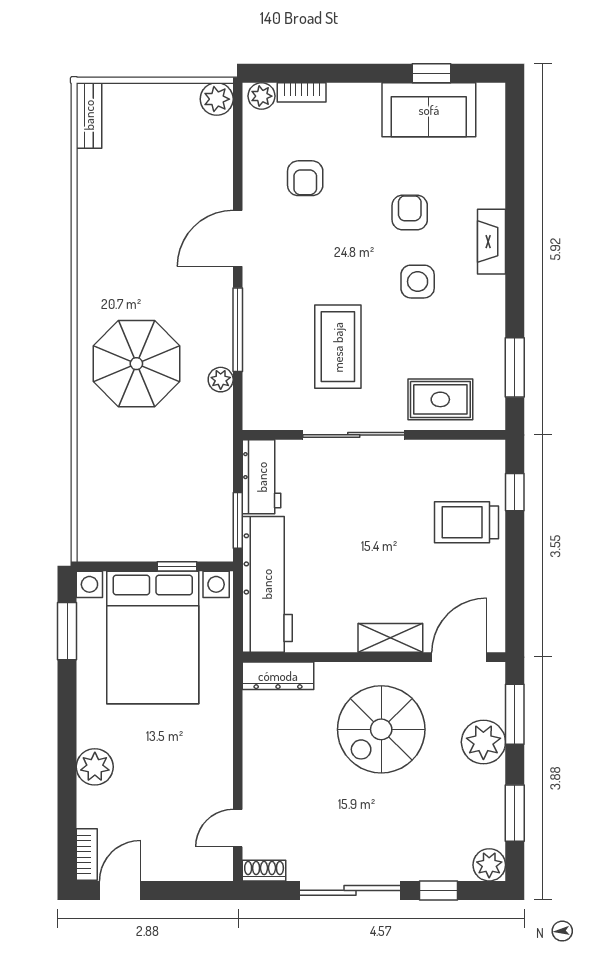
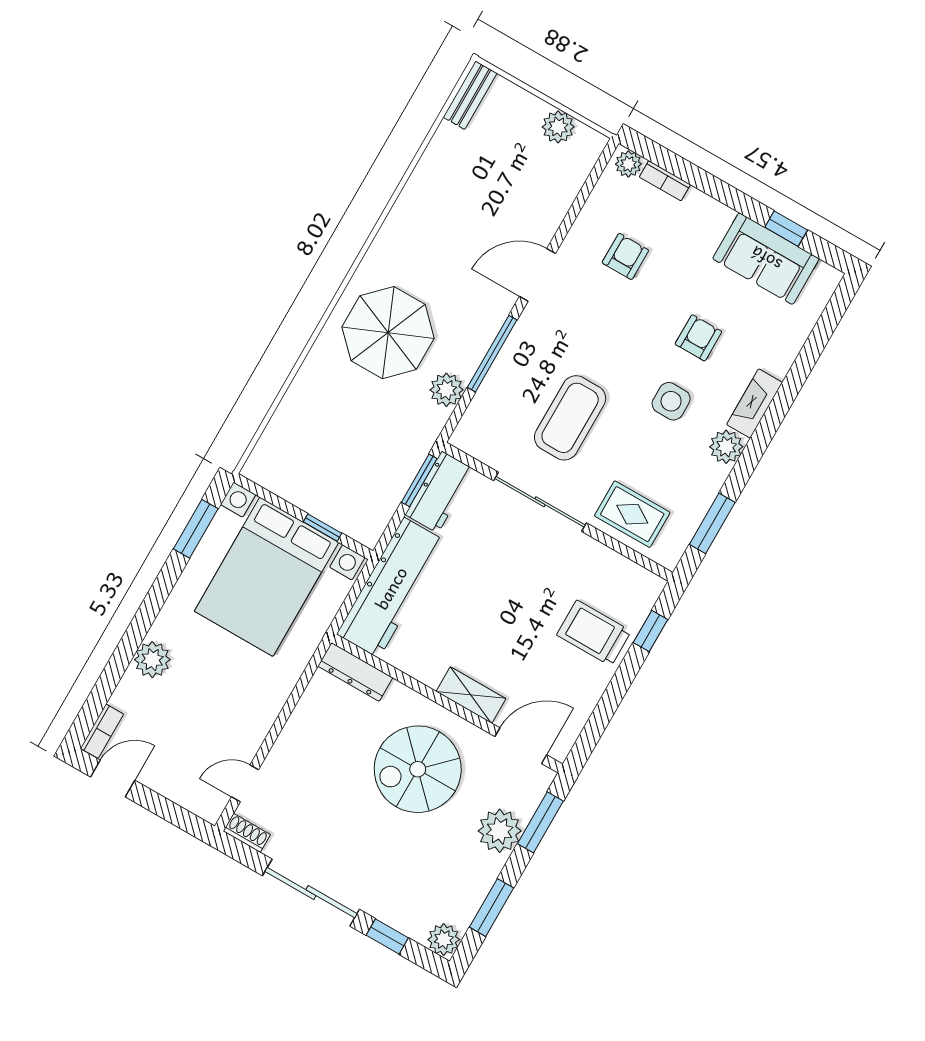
plant: (217, 99) -> (558, 127), moved
armchair: (305, 178) -> (625, 256), turned 180
plant: (488, 294) -> (726, 447), added
plant: (221, 380) -> (446, 390), width x1.38, depth x1.38
window: (238, 520) -> (419, 480), moved

